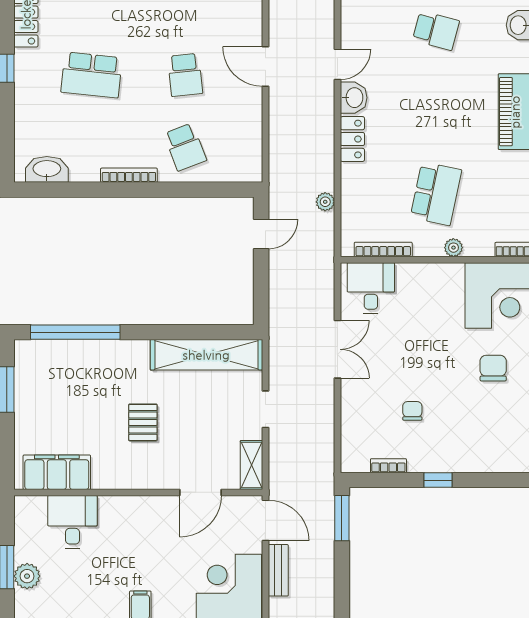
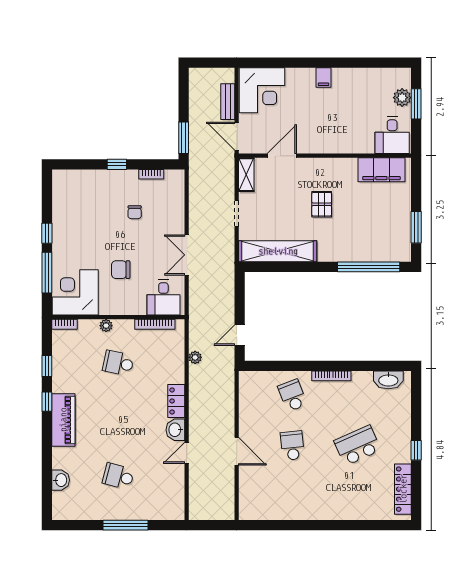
school desk: (91, 75) -> (357, 446), turned -30
school desk: (436, 194) -> (118, 363), width x0.54
chair: (493, 368) -> (121, 270), moved, turned 90
desk: (72, 522) -> (392, 135), moved

